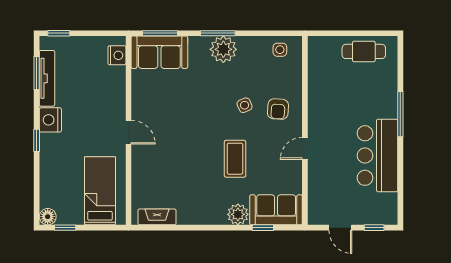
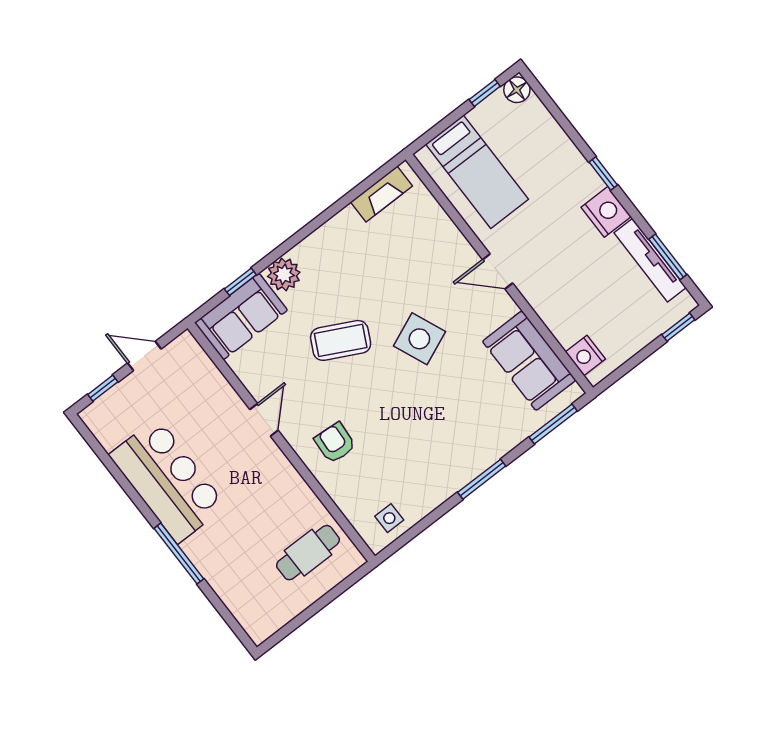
plant: (223, 49) -> (460, 465), removed
cafe table: (364, 51) -> (308, 553), moved
sofa: (159, 52) -> (529, 361), moved, turned -90
side table: (245, 105) -> (419, 339), moved, width x1.87, depth x1.87
coffee table: (235, 159) -> (341, 340), turned -63

